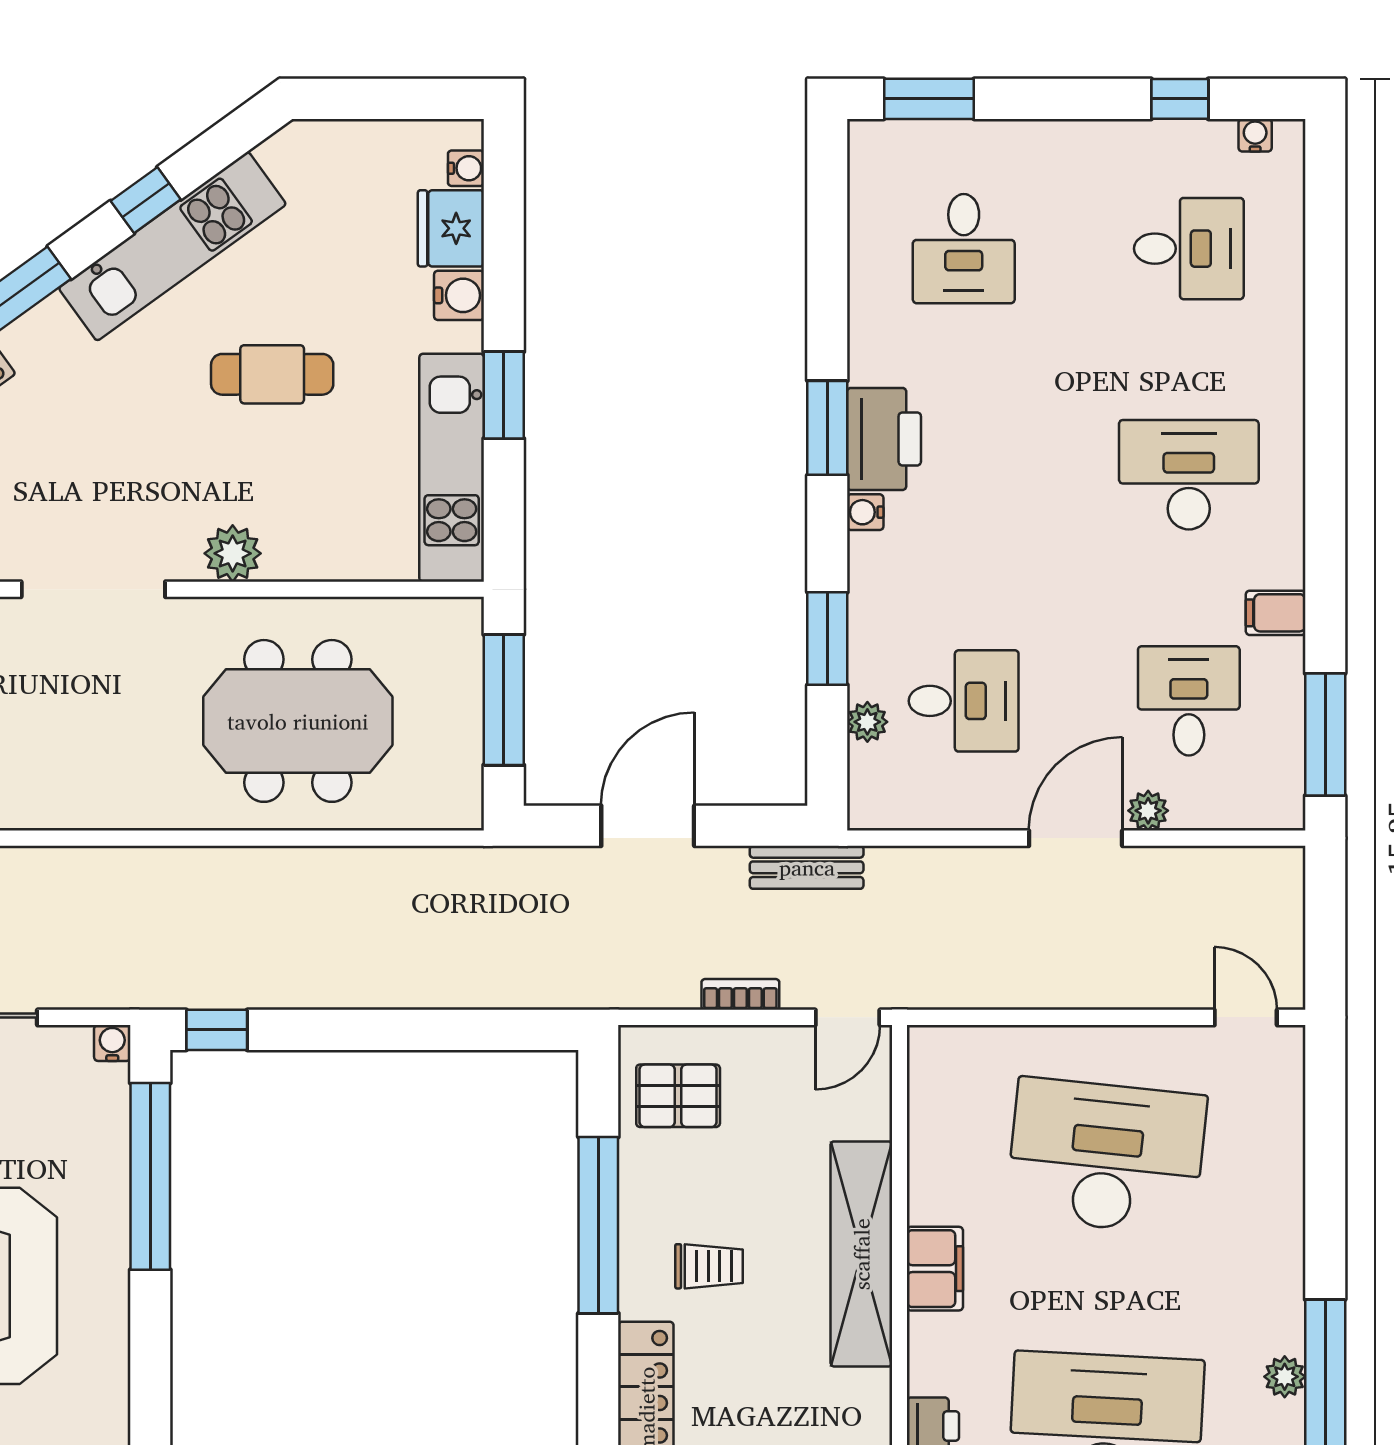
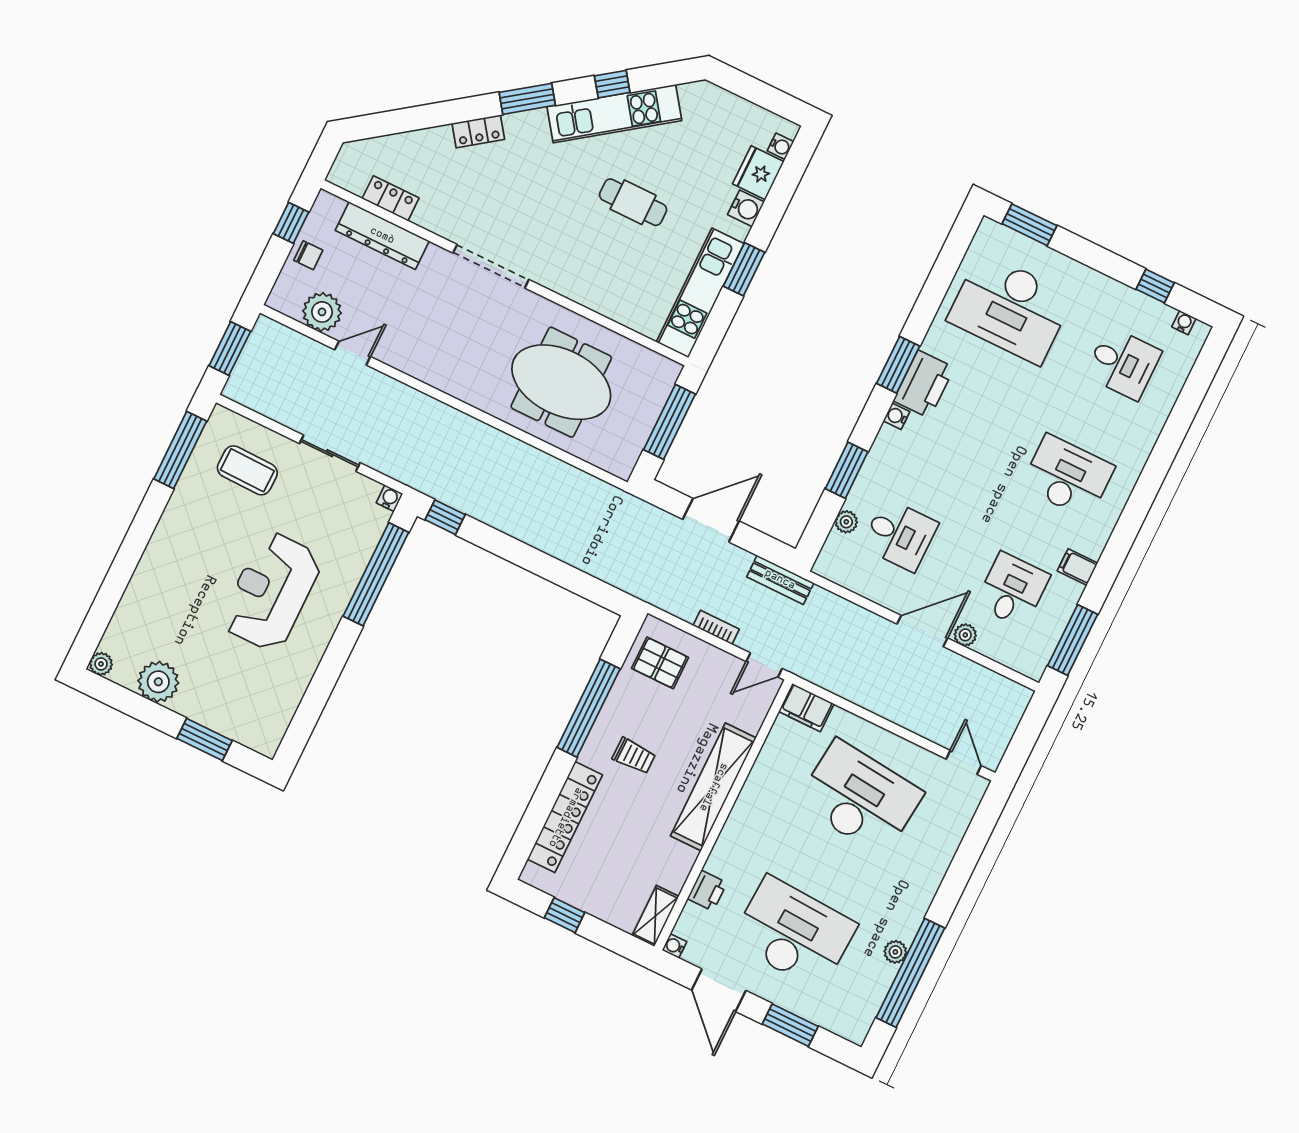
desk: (964, 249) -> (1010, 308), width x1.87, depth x1.30
plant: (233, 553) -> (569, 282), removed
filing cabinet: (935, 1269) -> (806, 708), moved, turned 90

